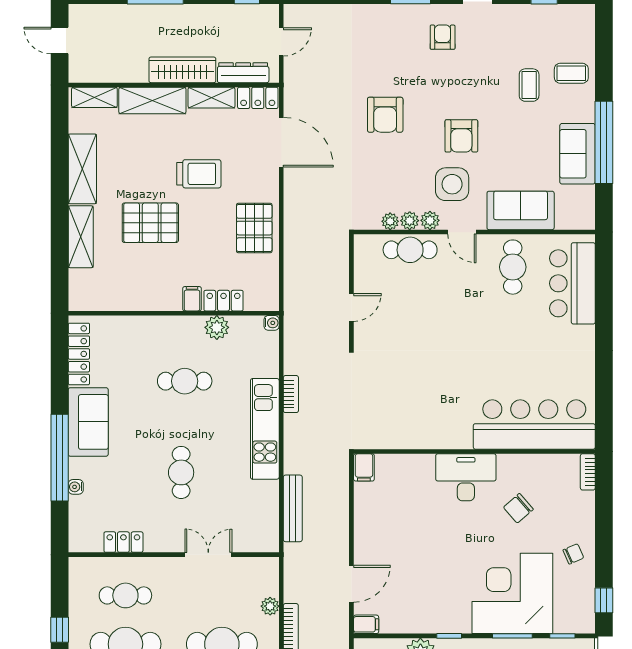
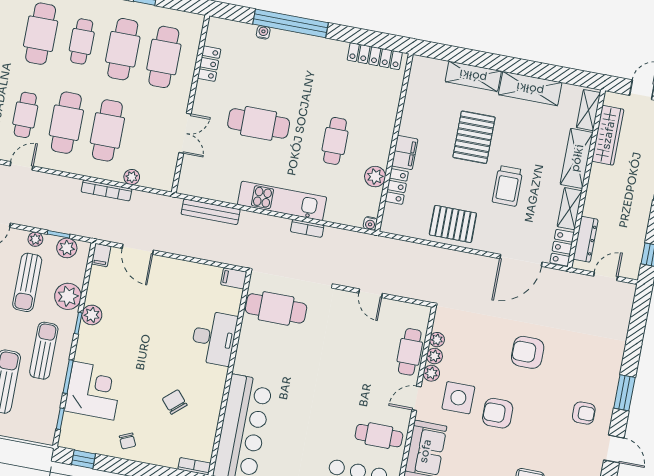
door: (281, 42) -> (606, 276), swing flipped
wardrobe: (182, 70) -> (608, 135), moved
filing cabinet: (192, 299) -> (405, 152), width x2.00
cafe table: (389, 412) -> (276, 308), added
sofa: (88, 422) -> (316, 53), removed
cafe table: (181, 472) -> (259, 123), width x1.37, depth x1.35
desk: (466, 477) -> (214, 338), moved
corner desk: (512, 593) -> (93, 391), width x0.74, depth x0.74
cafe table: (125, 595) -> (164, 57), width x1.37, depth x1.35
plant: (437, 622) -> (92, 315), added

